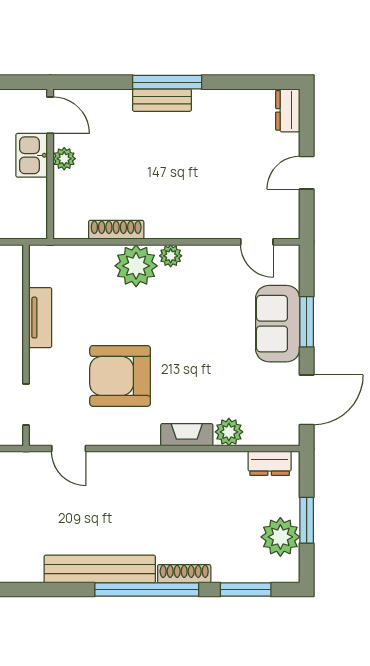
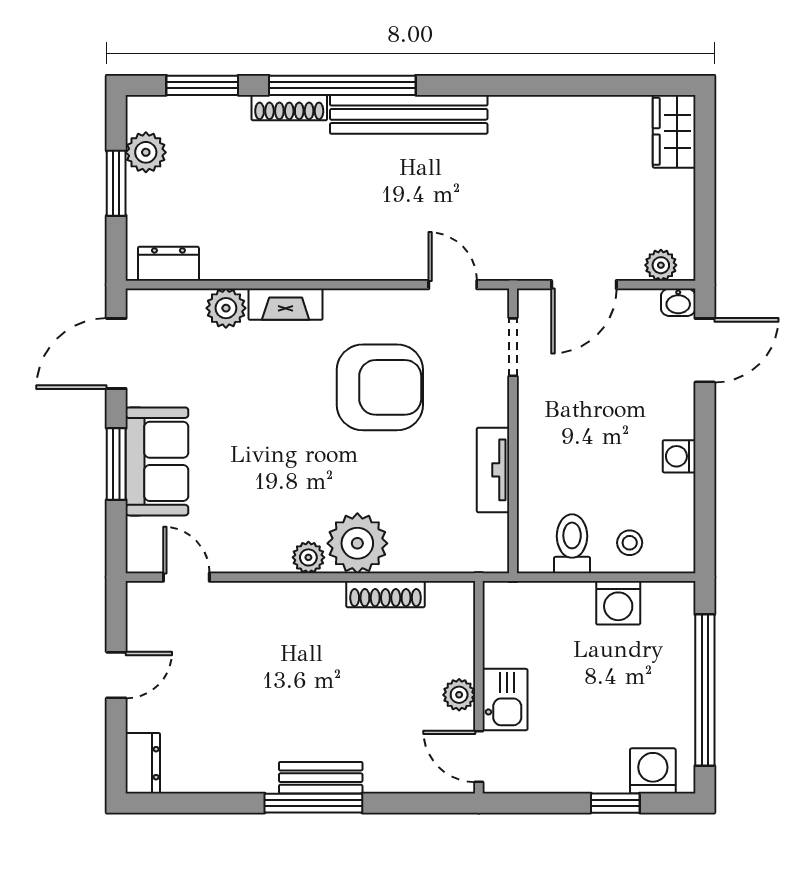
plant: (280, 537) -> (146, 152), width x0.73, depth x0.73

